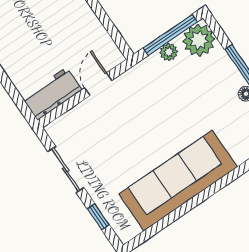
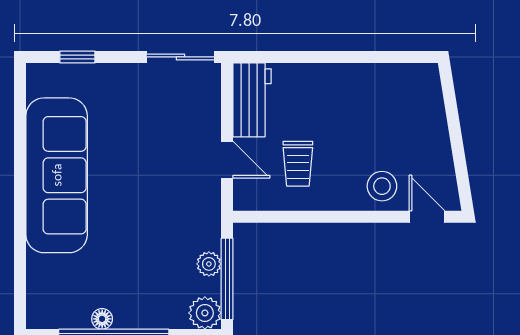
trolley: (71, 40) -> (298, 164), added
plant: (199, 40) -> (205, 313), width x0.73, depth x0.73
sliding door: (66, 169) -> (180, 57), moved

